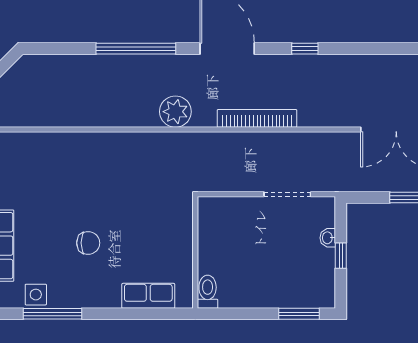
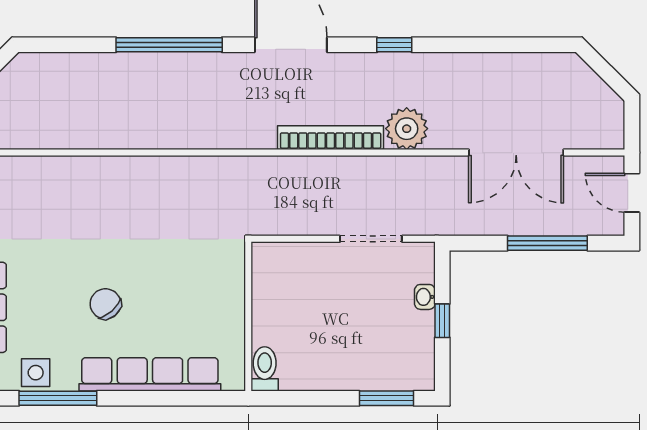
plant: (175, 112) -> (407, 129), moved
chair: (88, 243) -> (106, 304), turned -131
row of seats: (148, 296) -> (150, 374), width x2.02

